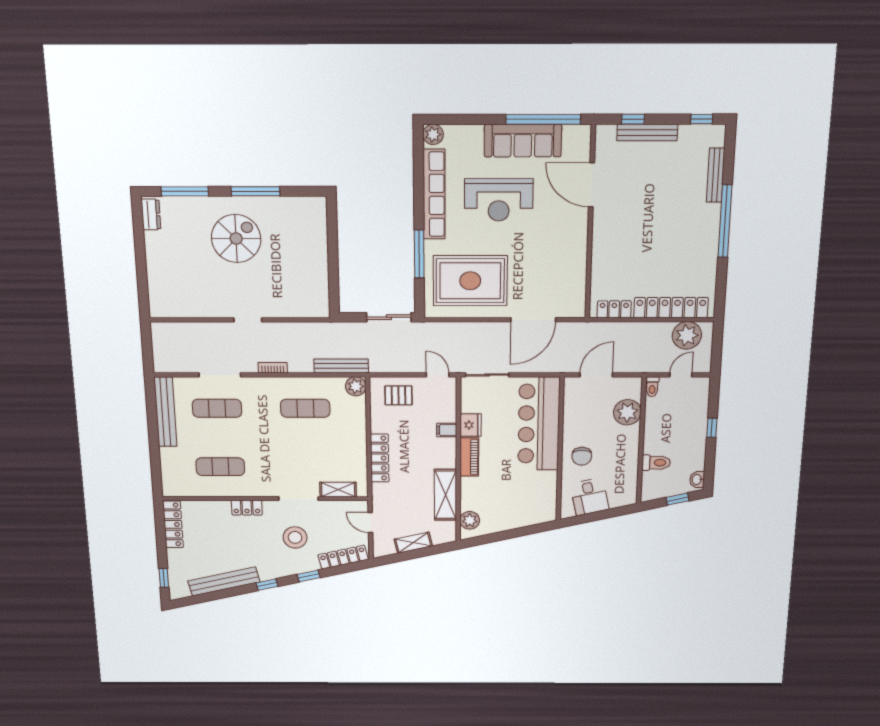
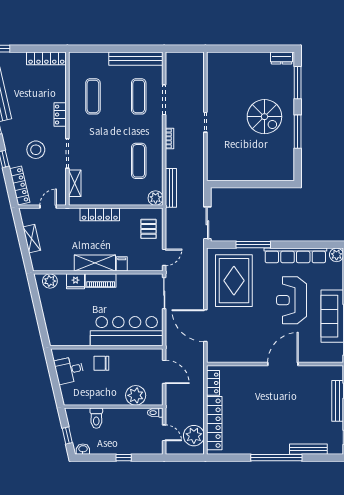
door: (592, 185) -> (283, 364), moved
fridge: (471, 425) -> (76, 281), moved
shelving: (446, 495) -> (95, 263), moved

